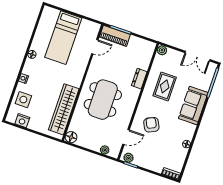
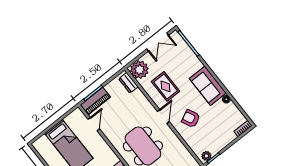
plant: (162, 50) -> (139, 70), width x1.88, depth x1.88
dresser: (139, 79) -> (128, 83), moved
sofa: (193, 106) -> (208, 86), moved
door: (126, 137) -> (163, 116), moved

